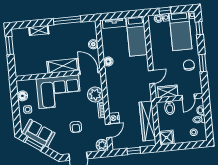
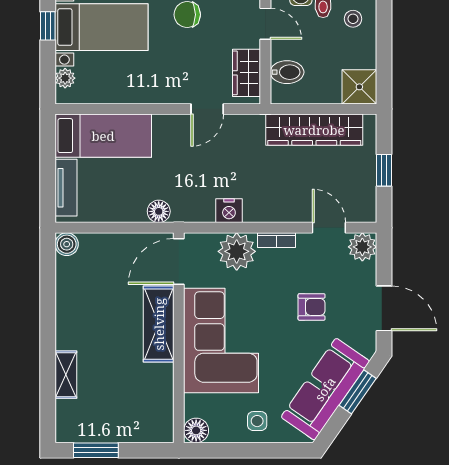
window: (165, 11) -> (48, 26), moved
window: (67, 20) -> (48, 303), removed
boiler: (93, 44) -> (67, 244), moved
door: (152, 77) -> (207, 109), swing flipped
floor lamp: (22, 96) -> (196, 430), moved
nightstand: (114, 118) -> (229, 211), moved
sofa: (39, 133) -> (325, 389), width x1.36
window: (34, 144) -> (358, 392), moved

